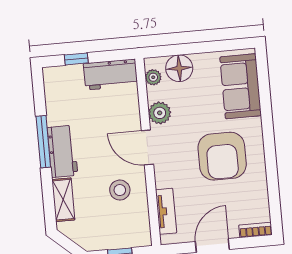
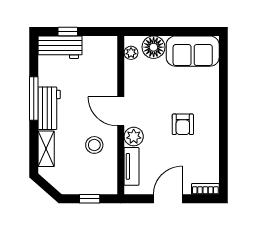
workbench: (111, 74) -> (60, 47), moved
sofa: (241, 86) -> (193, 51), moved, turned -90
plant: (160, 113) -> (134, 137), moved
armchair: (222, 156) -> (183, 124), width x0.53, depth x0.53

